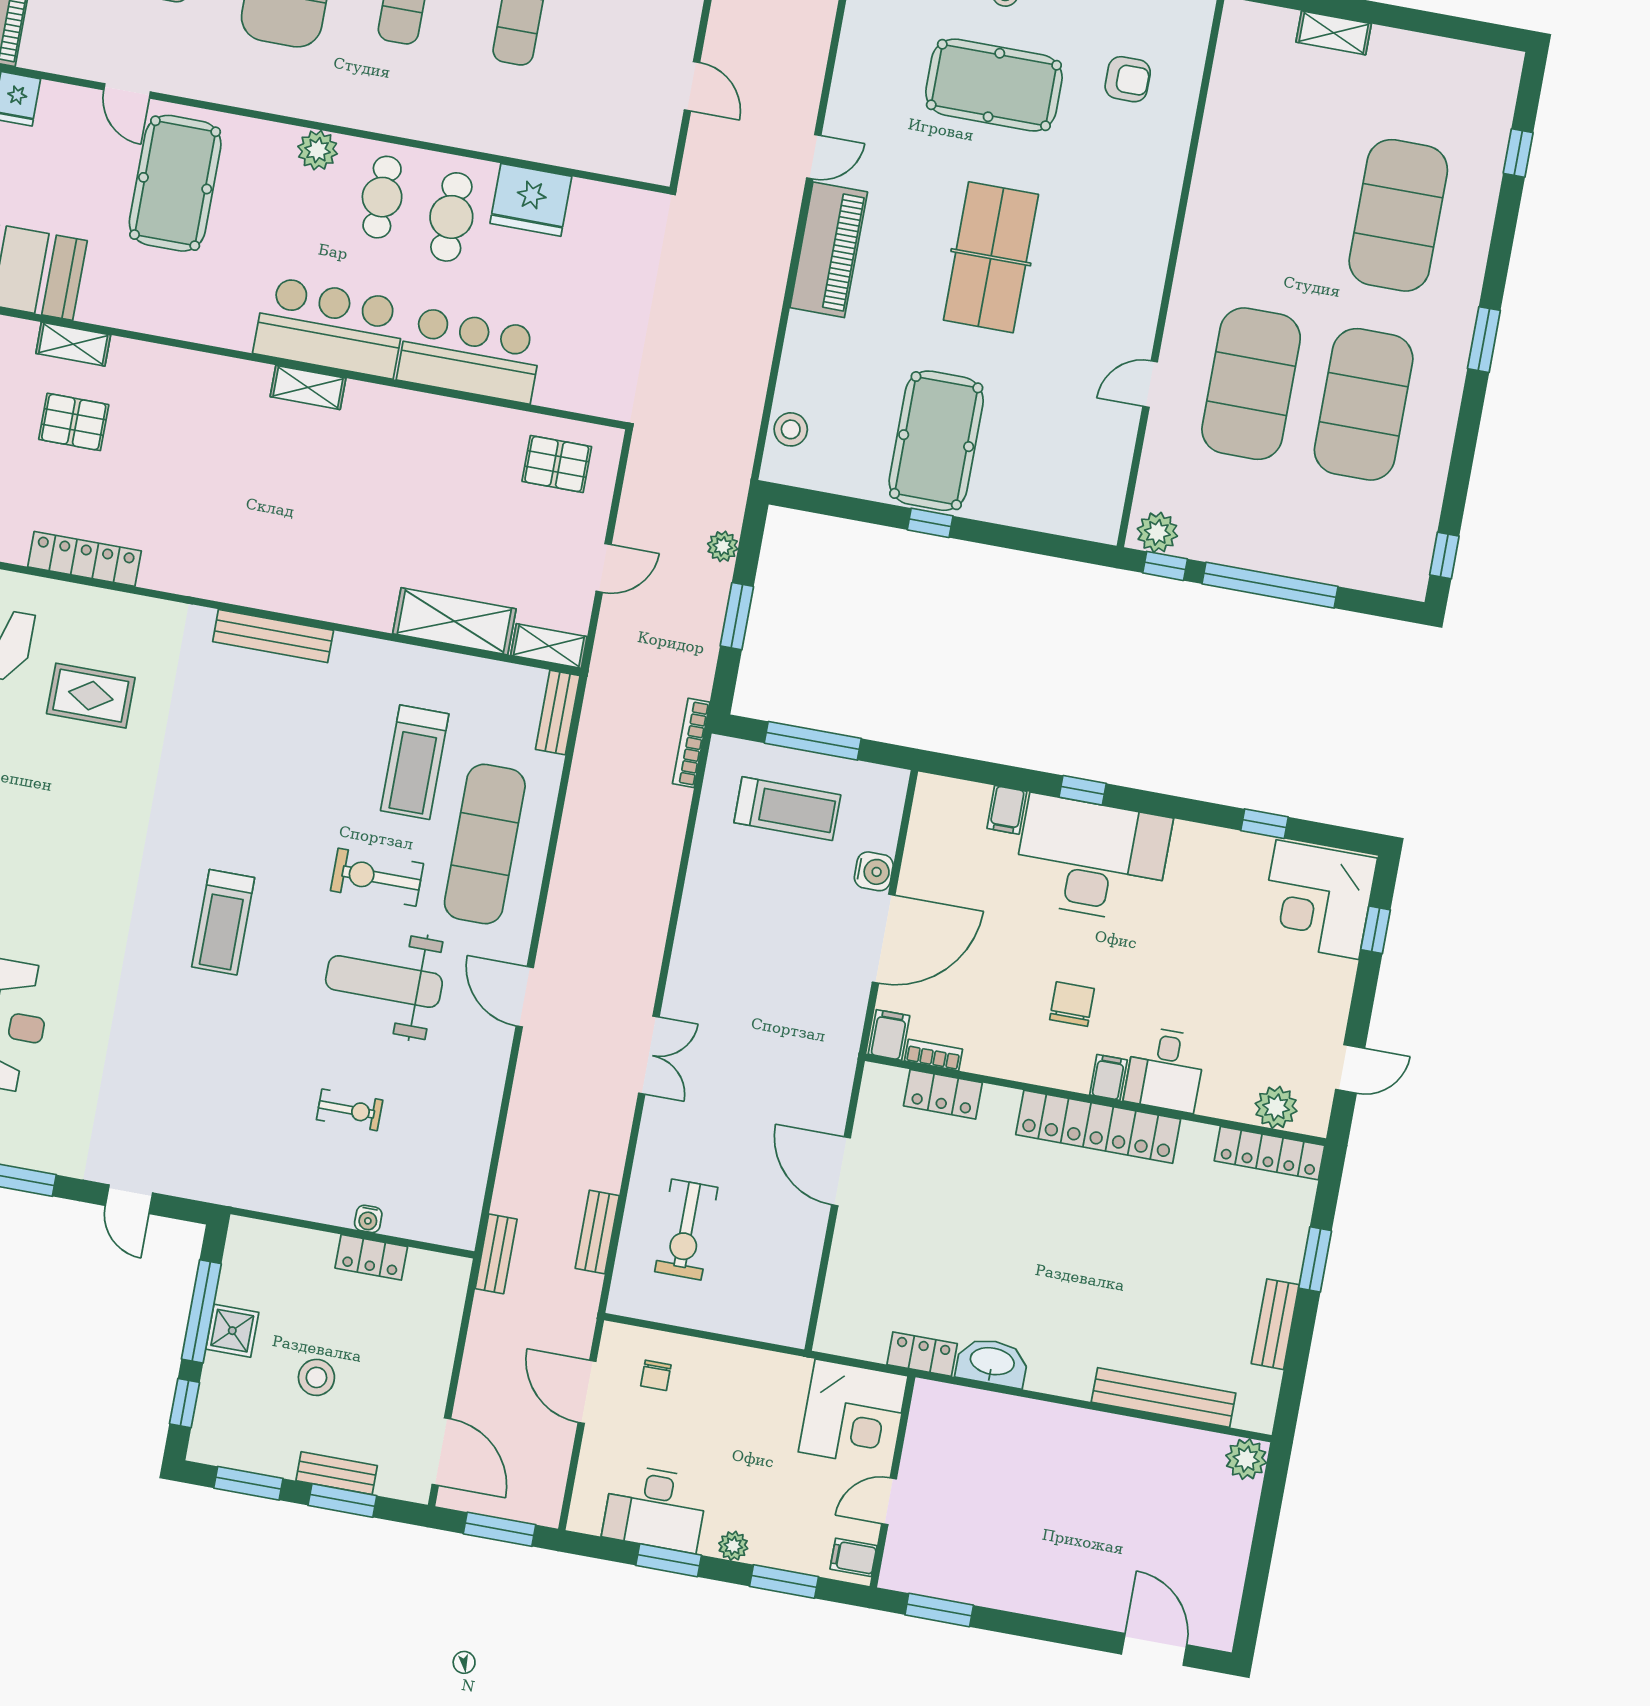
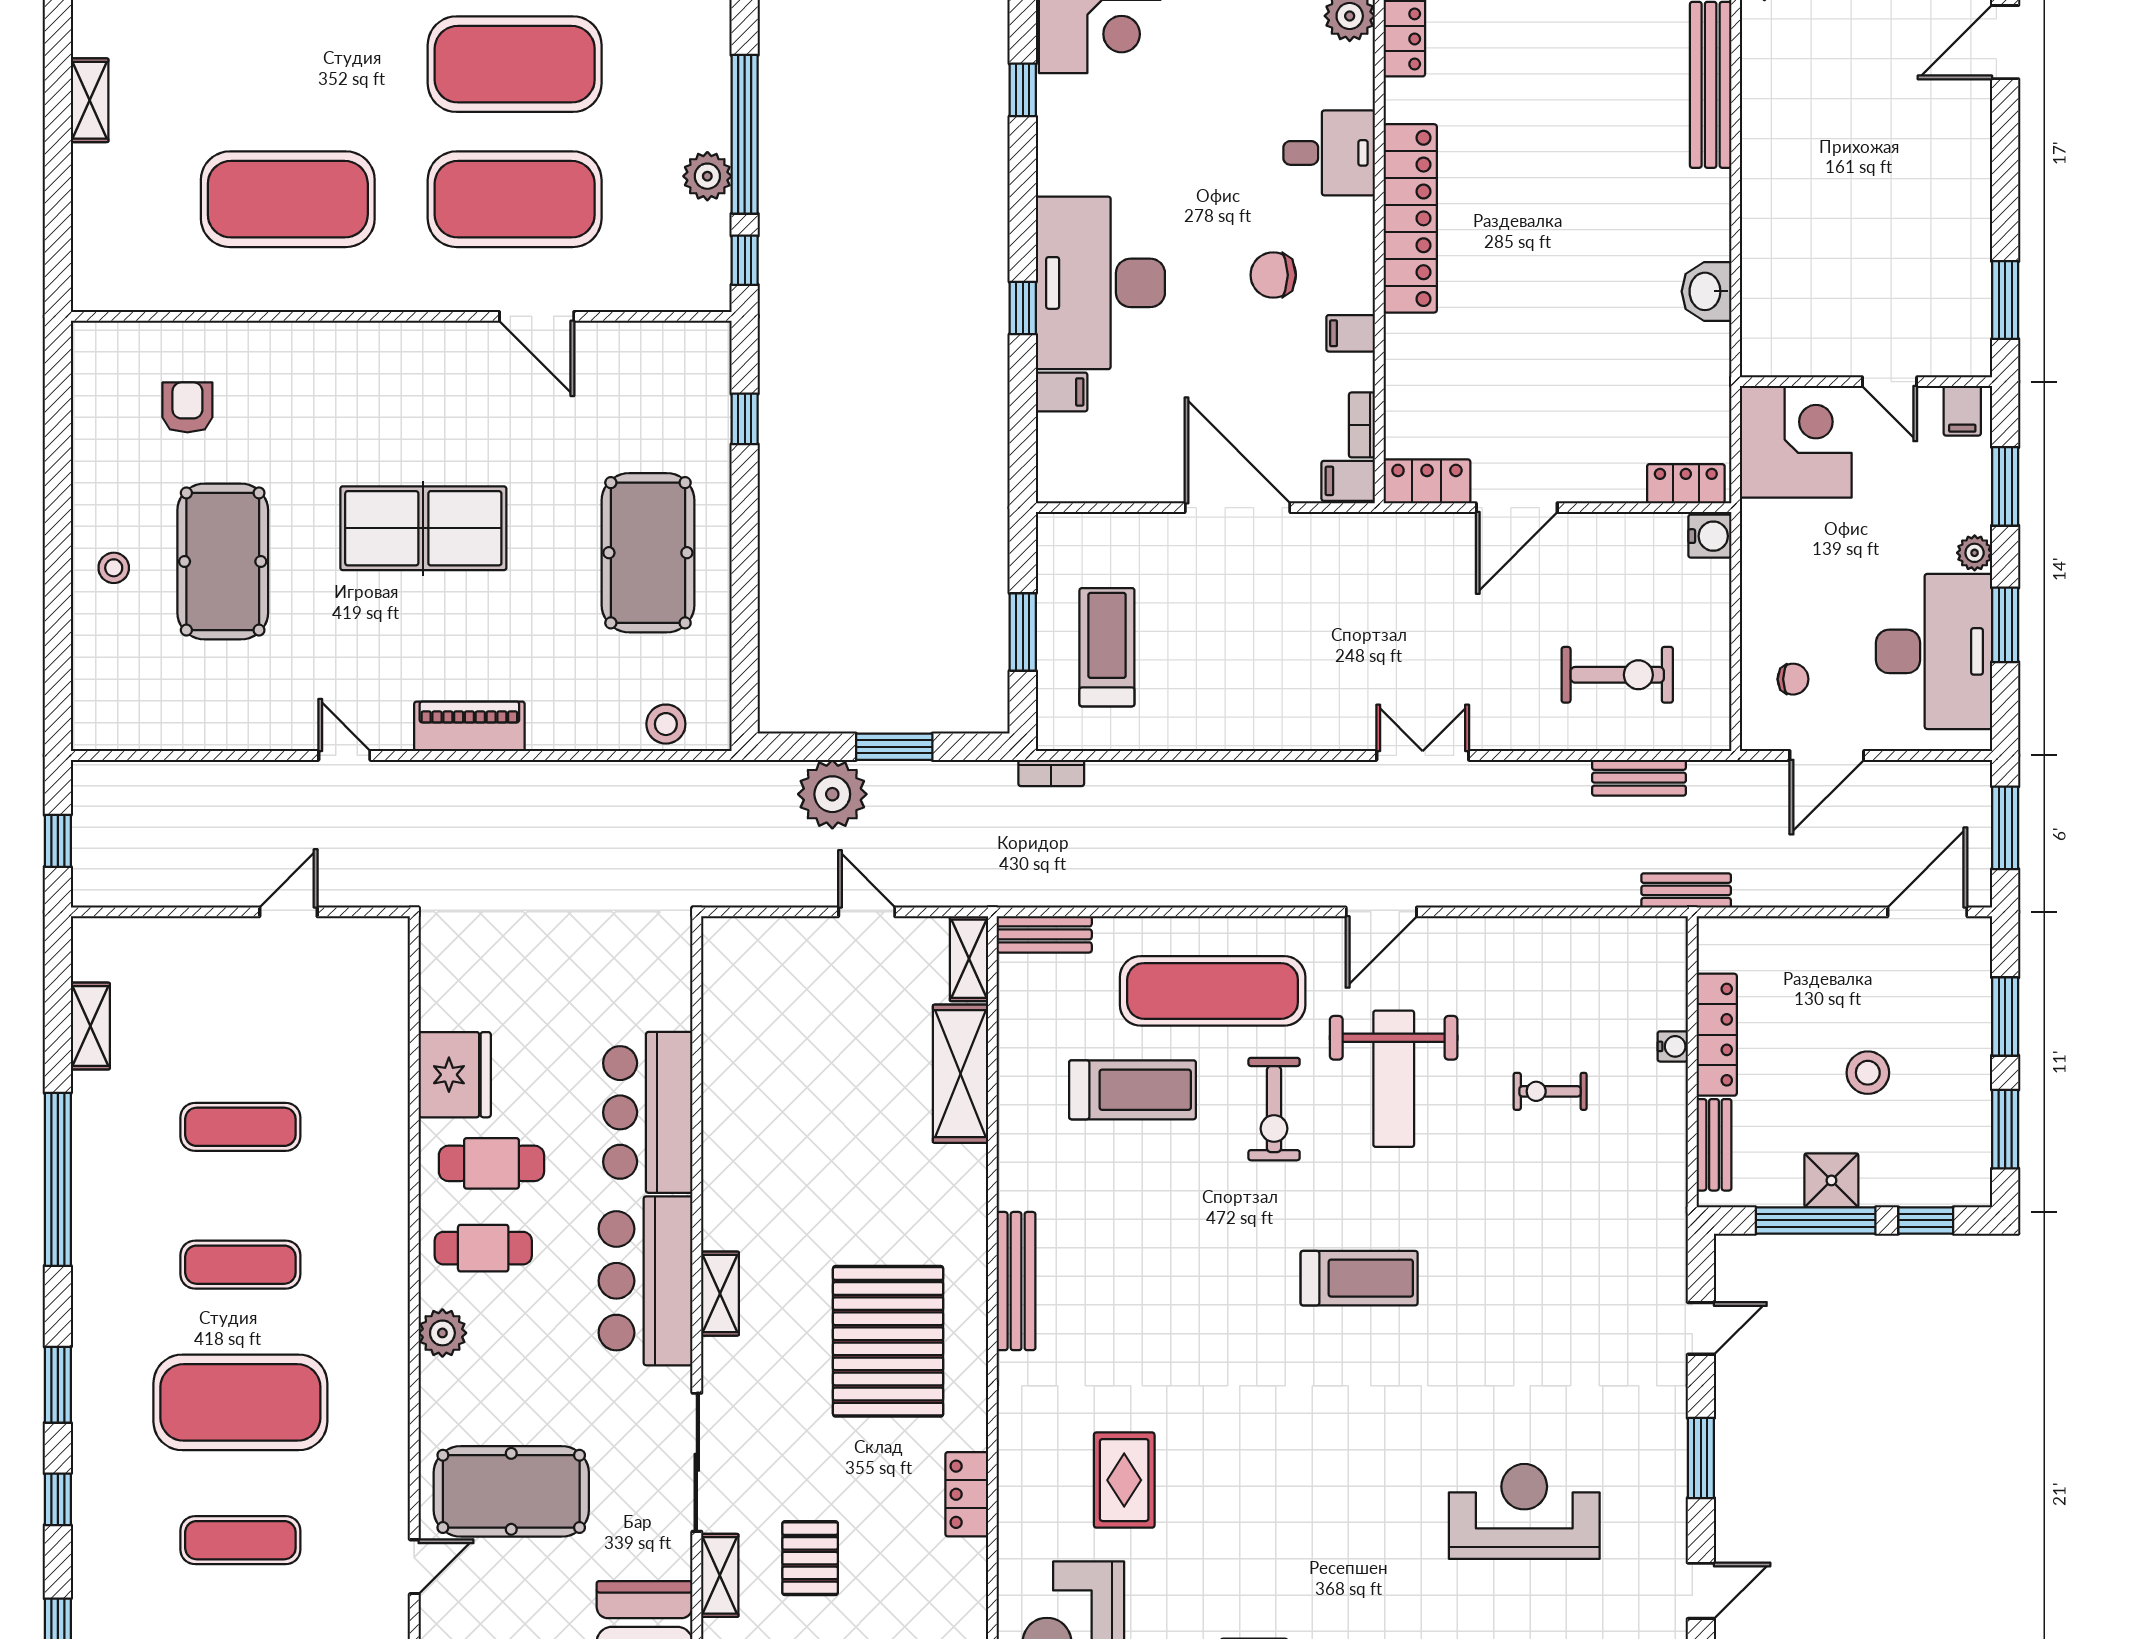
shelving: (1334, 33) -> (90, 100), moved
exercise mat: (1398, 215) -> (288, 199), moved
piano: (829, 250) -> (469, 726), width x0.73, depth x0.75
sliding door: (171, 342) -> (697, 1462), added
door: (1150, 384) -> (537, 316), width x1.38
pool table: (936, 441) -> (648, 553), turned 90
pallet: (557, 464) -> (888, 1341), moved, width x2.05, depth x2.00
window: (930, 523) -> (745, 419), moved
plant: (1157, 532) -> (707, 176), moved
plant: (723, 546) -> (832, 794), width x1.87, depth x1.87
locker: (85, 559) -> (967, 1494), width x0.66
window: (813, 741) -> (1023, 632), width x0.69
bookcase: (691, 743) -> (1051, 773), width x0.64
water cooler: (874, 871) -> (1710, 536), moved, turned 90
filing cabinet: (1108, 1077) -> (1351, 333), moved
locker: (943, 1094) -> (1427, 481), moved, turned -90
exercise bike: (350, 1110) -> (1550, 1091), turned -90
locker: (371, 1257) -> (1717, 1035), width x1.53
locker: (922, 1354) -> (1686, 484), moved, turned 90
washbasin: (992, 1362) -> (1706, 291), width x0.72
bench: (337, 1473) -> (1714, 1145), moved
desk: (655, 1508) -> (1934, 651), width x1.36, depth x1.30

